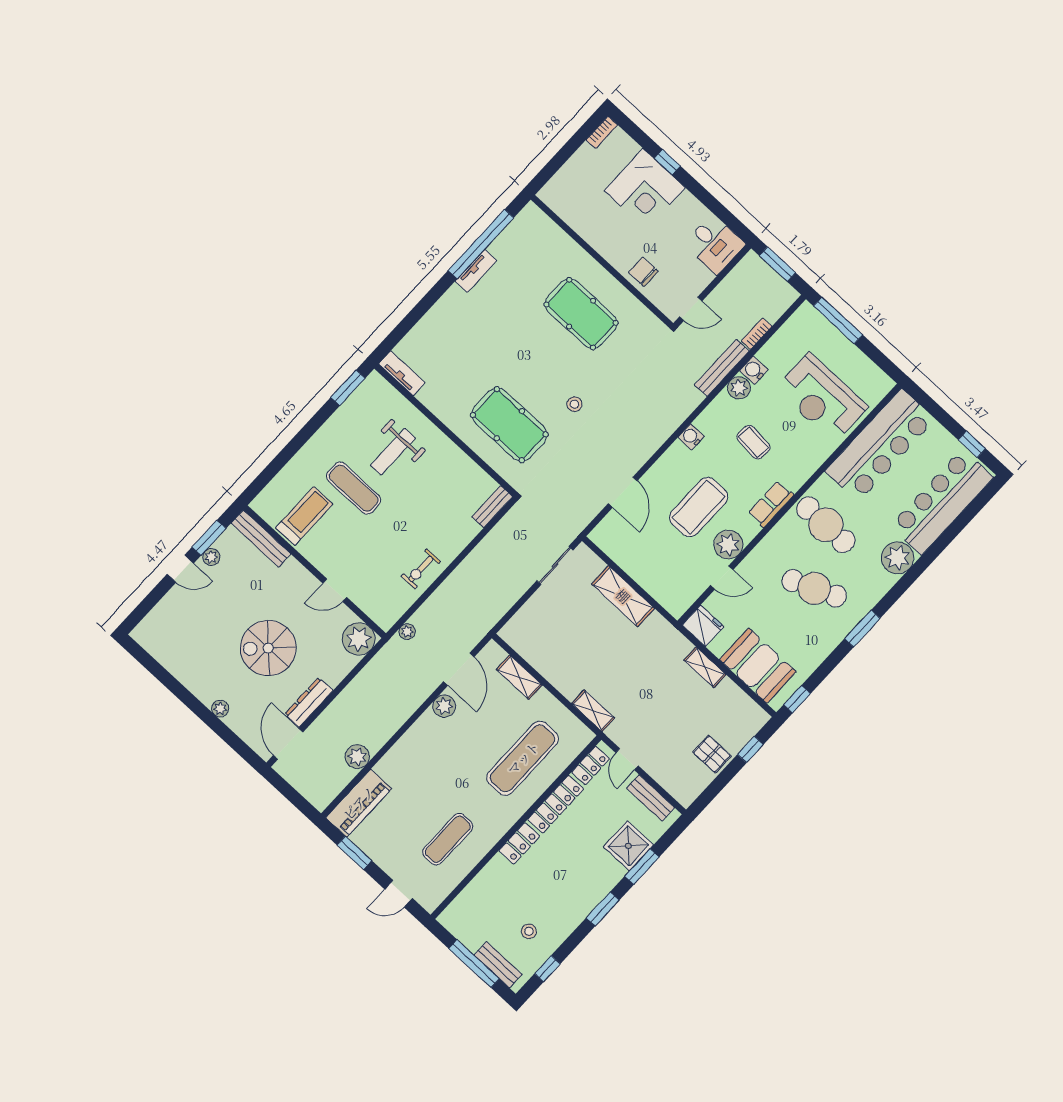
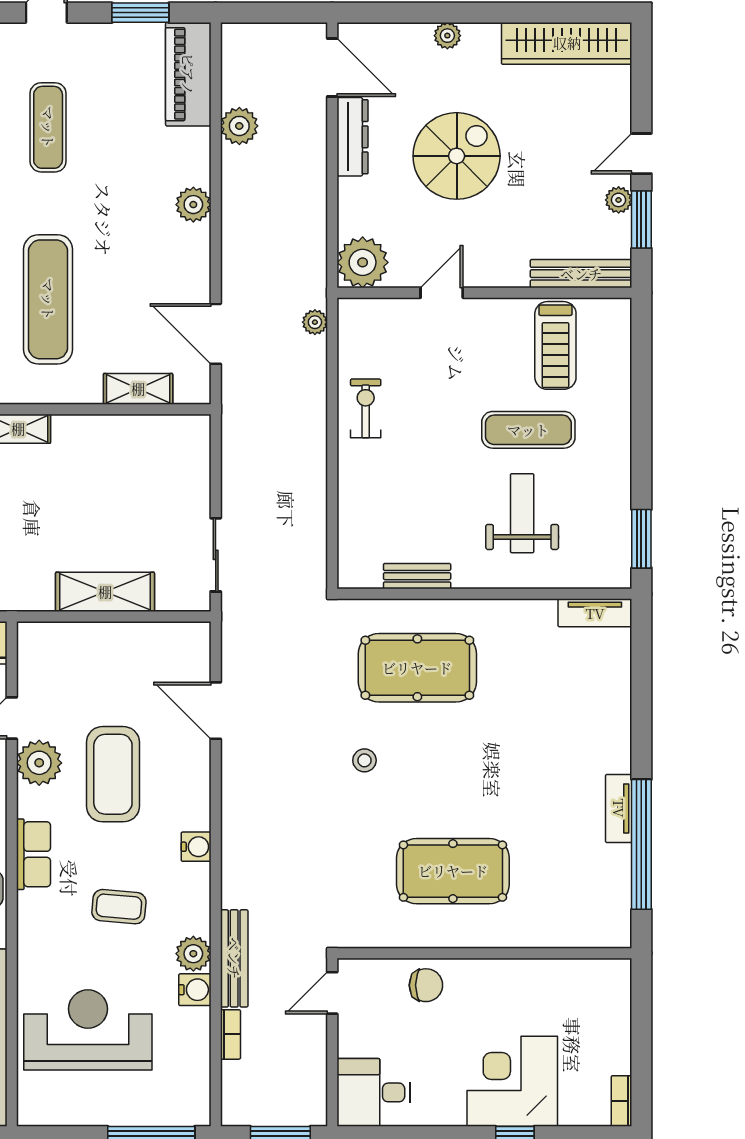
bench: (492, 507) -> (417, 576), moved, turned 90
wardrobe: (168, 653) -> (567, 43), added
plant: (444, 706) -> (193, 205), moved

